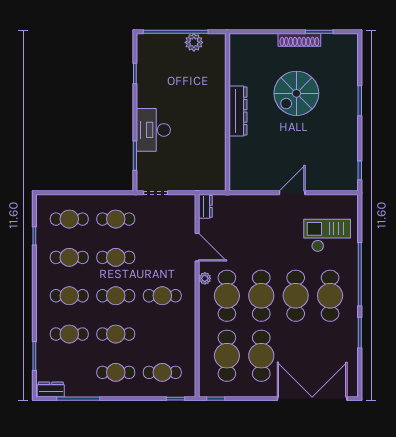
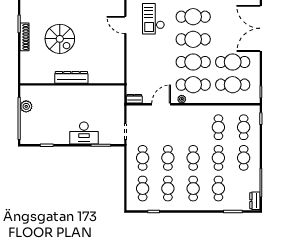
door: (292, 193) -> (125, 25), moved
cafe table: (162, 296) -> (218, 127), moved

